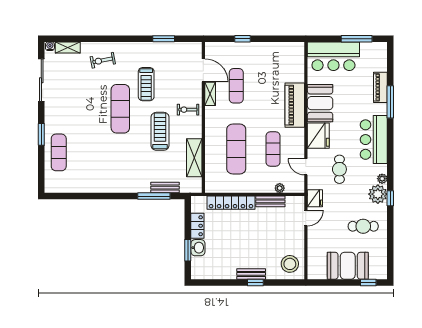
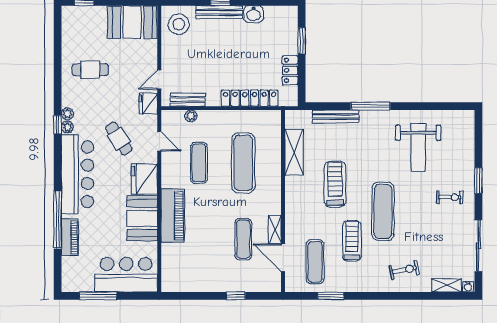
window: (390, 102) -> (58, 220), width x1.46
exercise bike: (188, 110) -> (450, 197), moved
treadmill: (160, 131) -> (335, 184), turned 180
bar counter: (374, 140) -> (77, 174), width x1.36
exercise mat: (59, 152) -> (315, 262), moved
weight bench: (91, 162) -> (418, 147), added
cafe table: (339, 169) -> (119, 138), turned -33
bench: (165, 188) -> (335, 116), width x1.36
plant: (378, 194) -> (67, 114), width x0.53, depth x0.53
window: (154, 196) -> (371, 106), moved
window: (390, 198) -> (58, 125), moved
bench: (270, 201) -> (188, 100), moved
washbasin: (198, 248) -> (253, 14), moved, turned -90
booth: (348, 266) -> (132, 22), moved
bench: (251, 274) -> (219, 12), width x1.36

